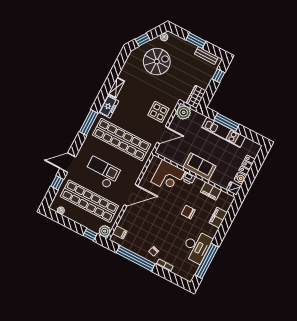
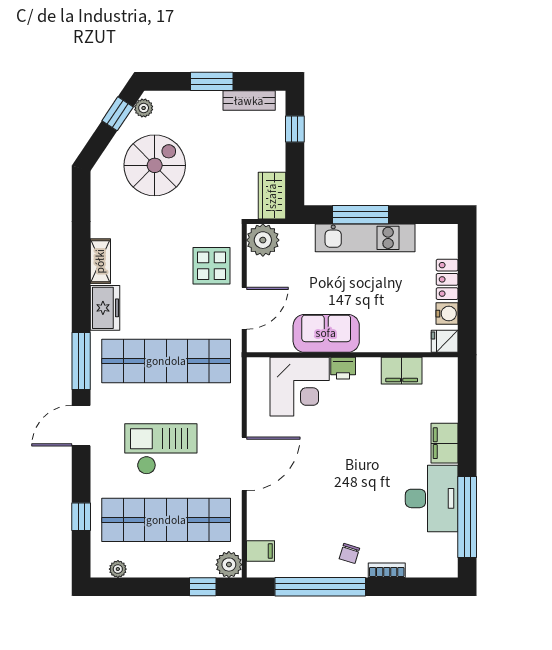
window: (143, 40) -> (118, 114), moved
door: (68, 163) -> (81, 426), moved
sofa: (199, 167) -> (326, 333), moved
chair: (188, 212) -> (378, 437), removed
filing cabinet: (218, 218) -> (445, 443), moved

